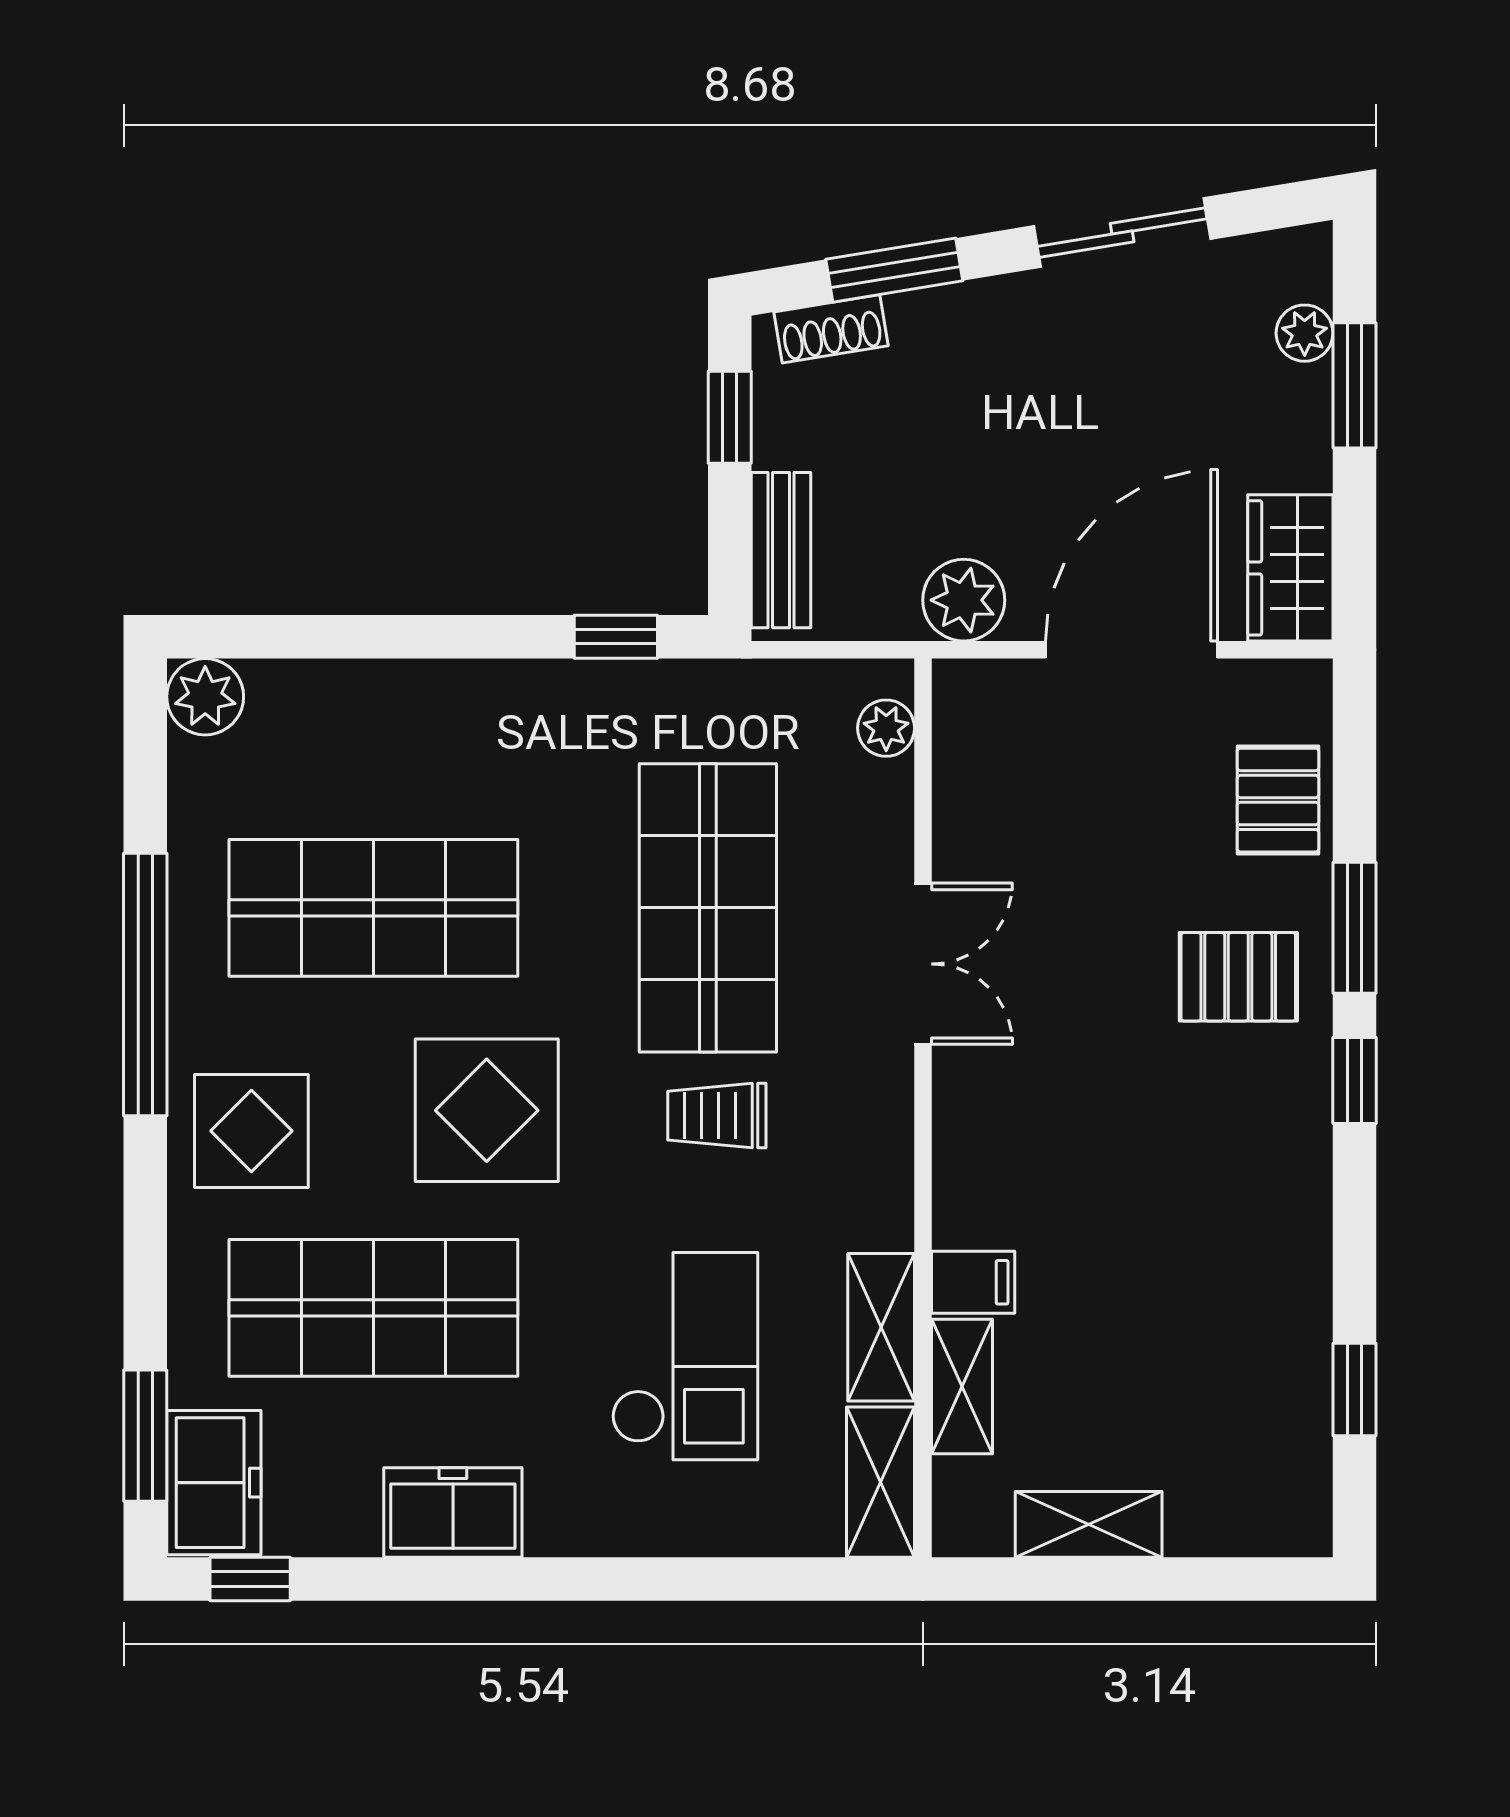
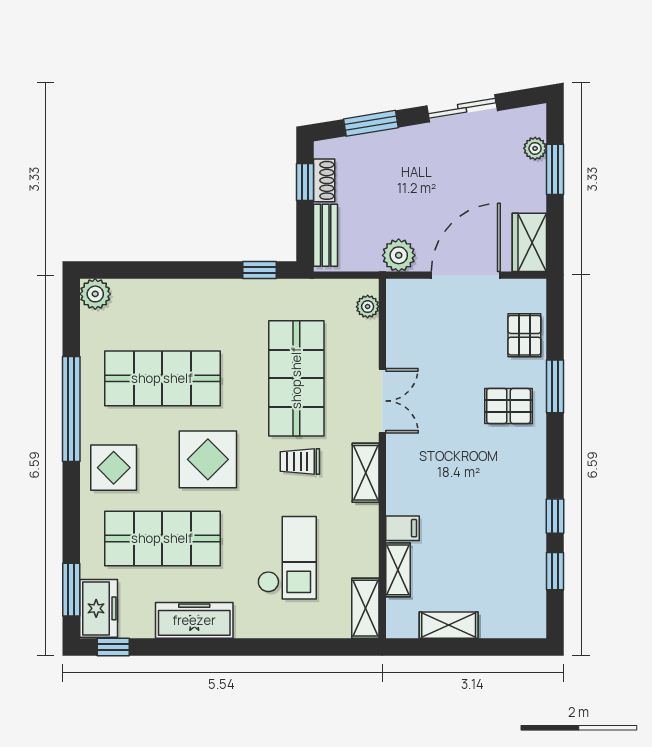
shoe rack: (831, 329) -> (324, 180), moved, turned -81
window: (1354, 1080) -> (555, 516), moved
shelving: (881, 1327) -> (366, 473), moved
freezer: (453, 1513) -> (194, 620), width x1.40

